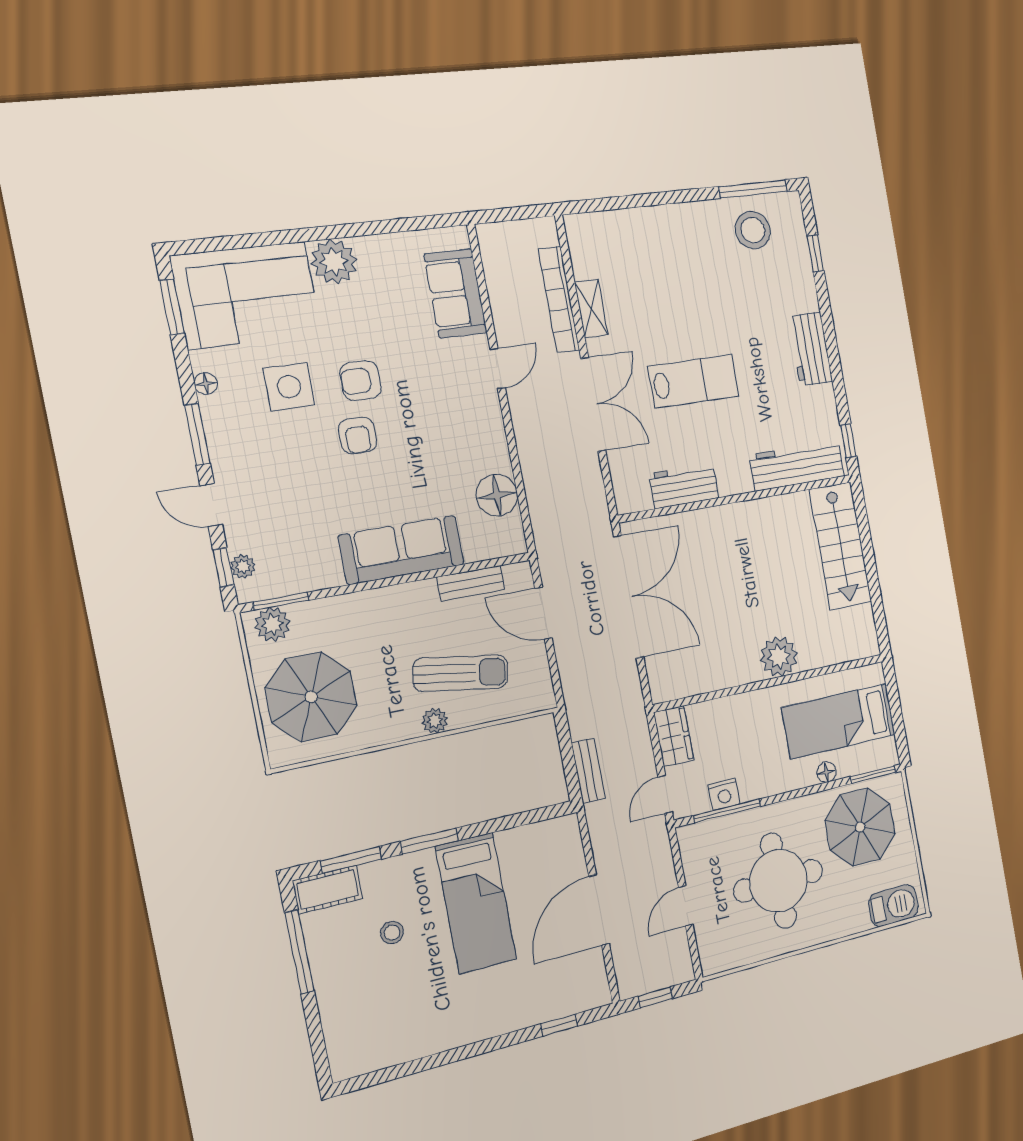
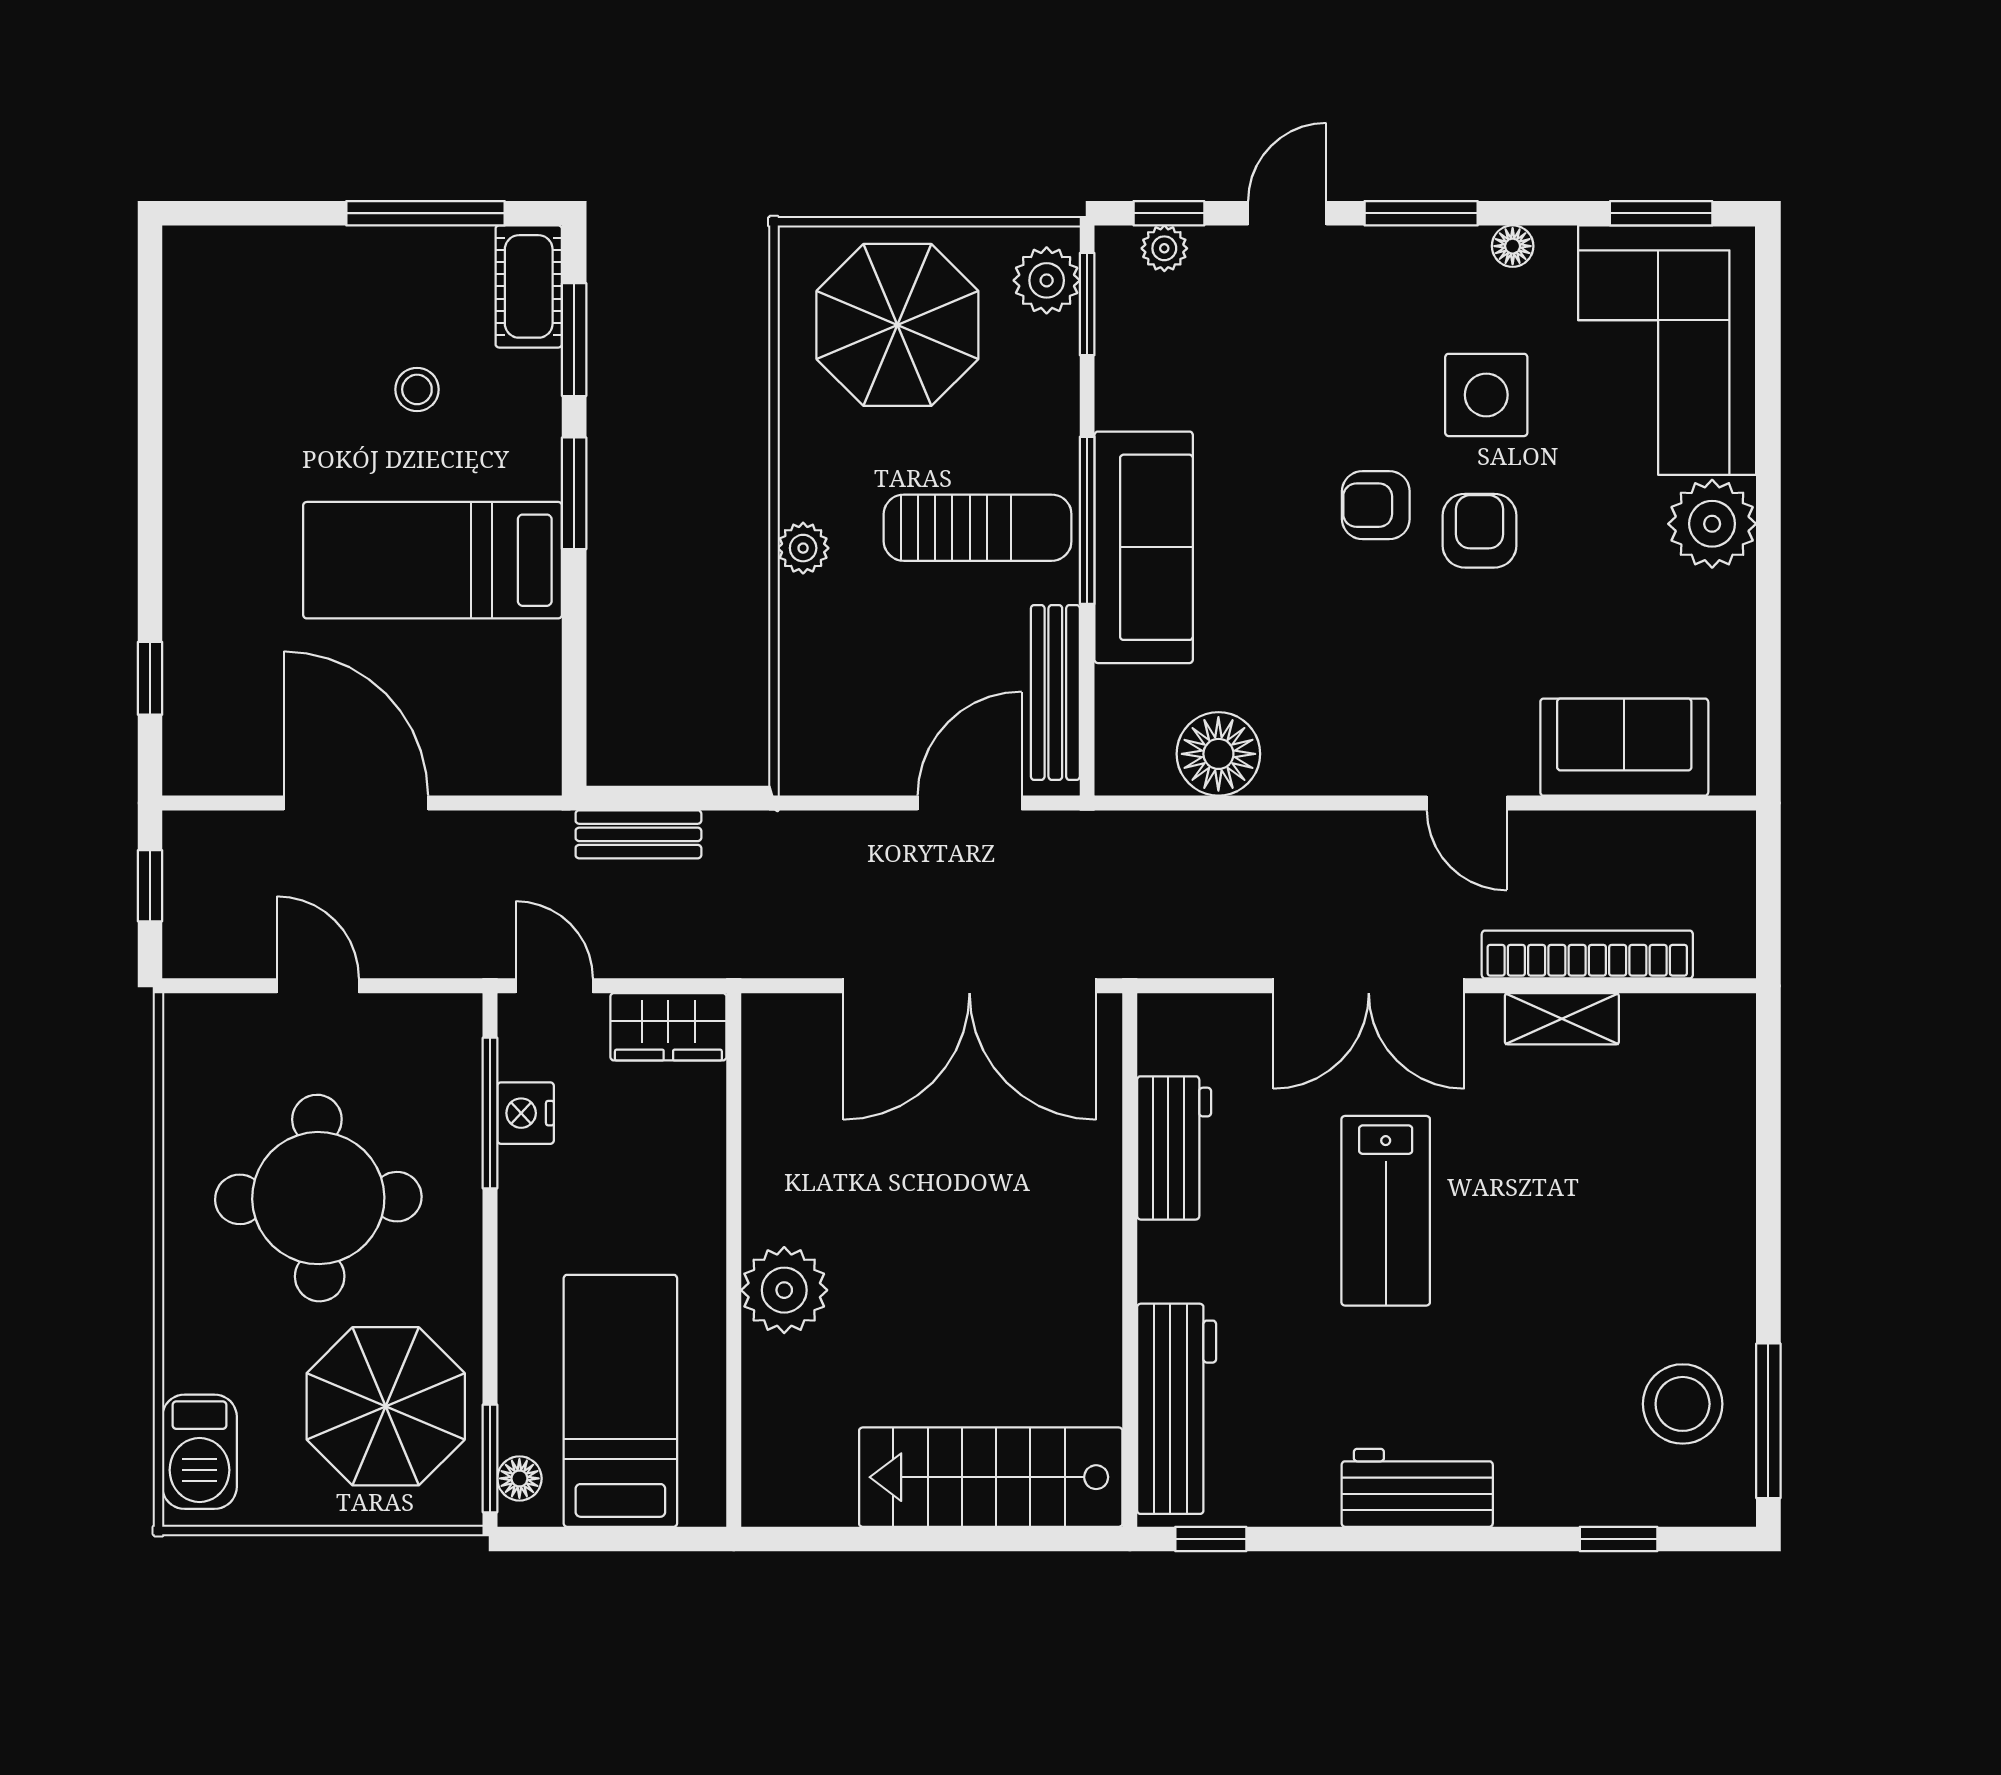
window: (394, 581) -> (1087, 520), added
bench: (471, 583) -> (1055, 692), width x1.36
sun lounger: (461, 673) -> (978, 528), moved, turned -99
floor lamp: (826, 772) -> (519, 1478), moved

